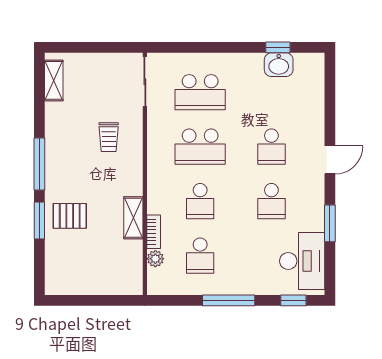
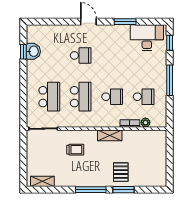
school desk: (271, 201) -> (112, 55), removed
shelving: (133, 218) -> (110, 135), moved

